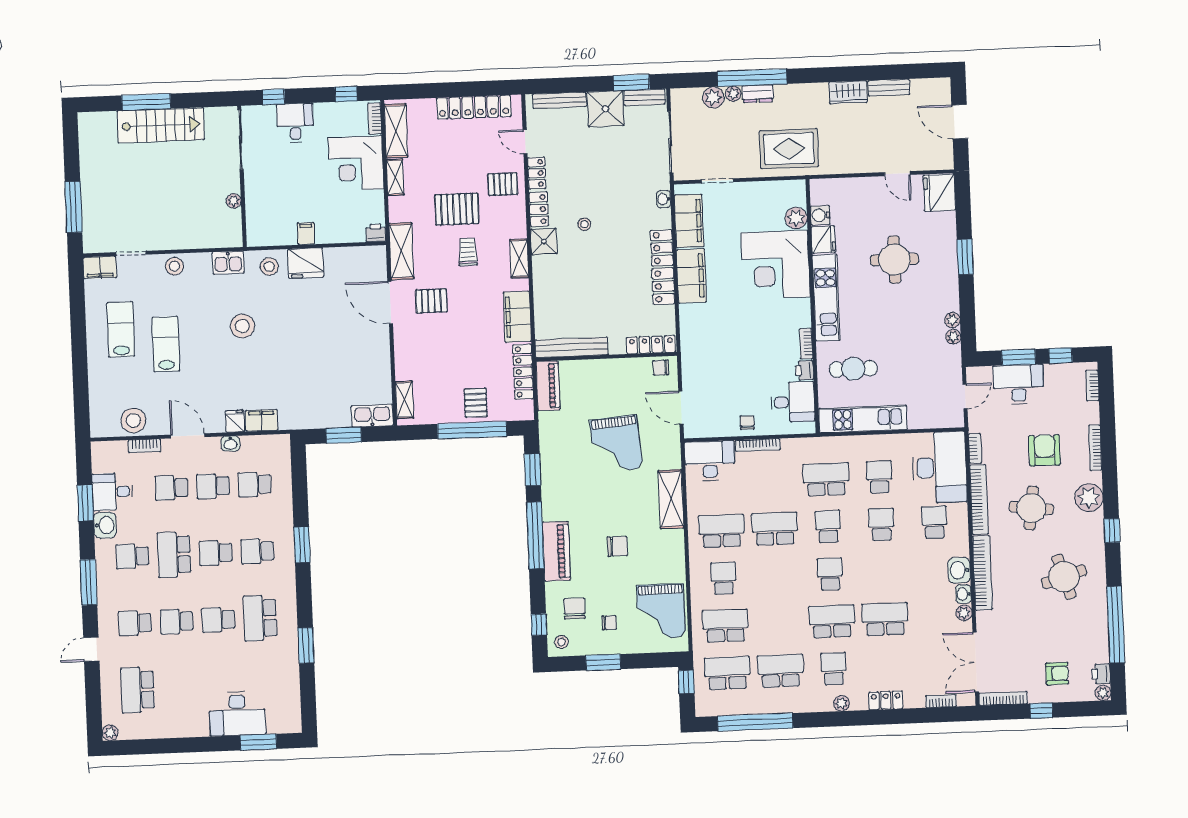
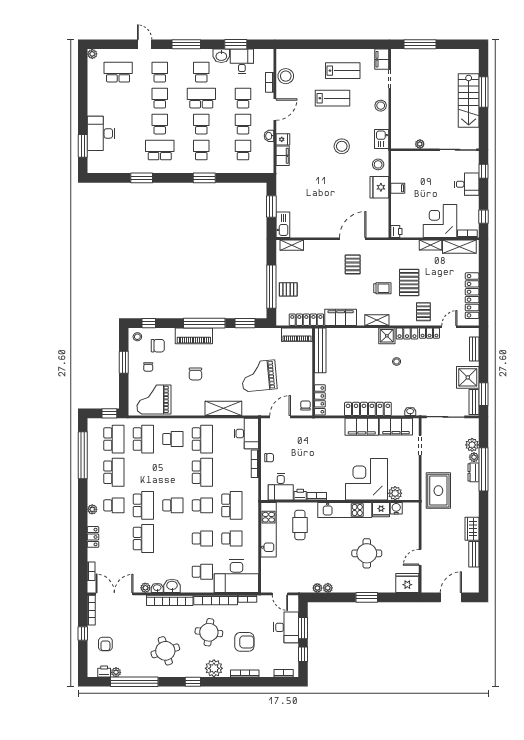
bench: (559, 100) -> (474, 349), width x0.73
shelving: (401, 251) -> (384, 247), removed
plant: (1103, 693) -> (116, 672), moved

